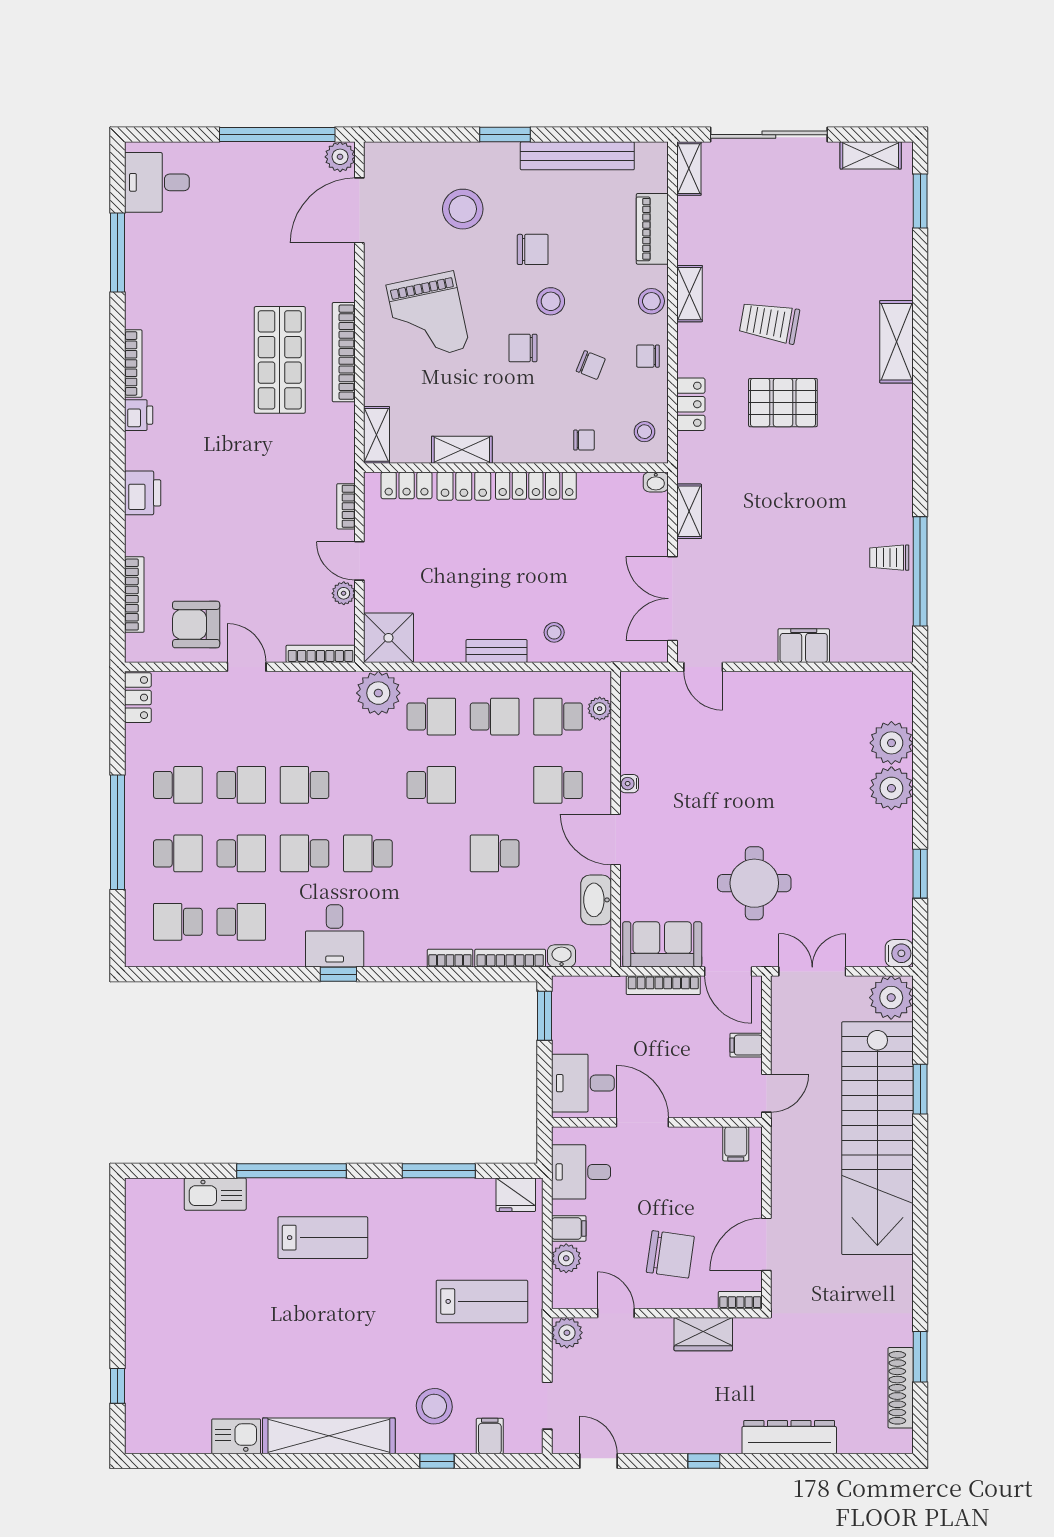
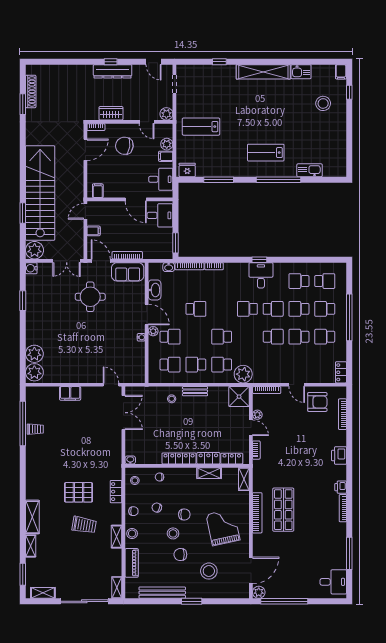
shelving: (689, 511) -> (31, 546), moved
plant: (600, 709) -> (153, 331), moved
plant: (891, 788) -> (34, 372), moved
school desk: (368, 853) -> (247, 309), turned 180
stool: (434, 1406) -> (323, 103), moved
filing cabinet: (490, 1436) -> (341, 72), moved
dresser: (789, 1437) -> (113, 71), moved

